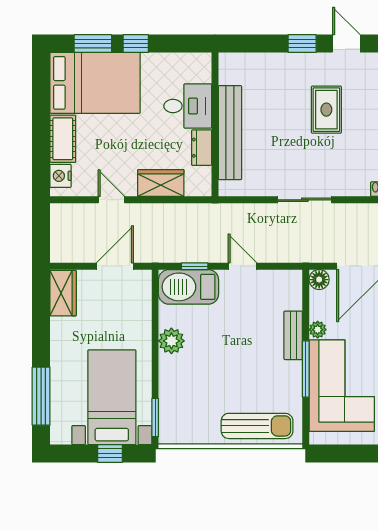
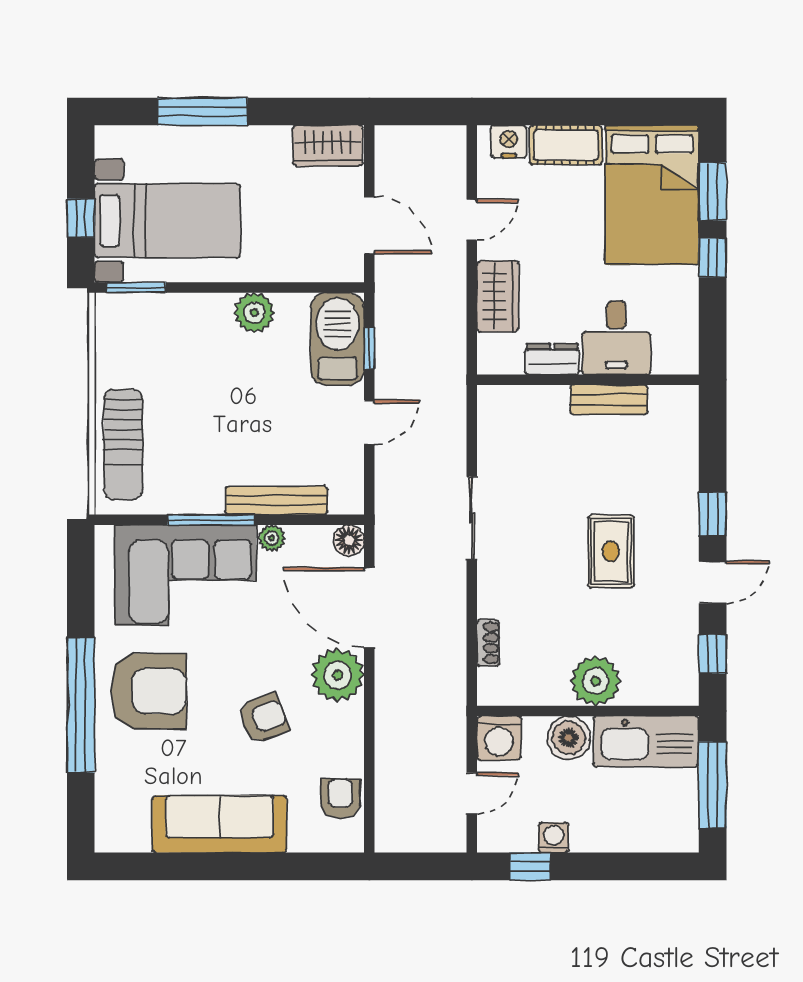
rug: (326, 110) -> (611, 551), turned 90
bench: (230, 133) -> (609, 400), width x0.54, depth x0.82
bench: (293, 335) -> (276, 500), width x1.36
window: (41, 396) -> (203, 112), moved

